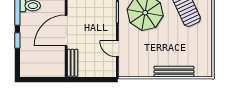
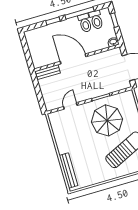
bench: (174, 72) -> (68, 170), moved

